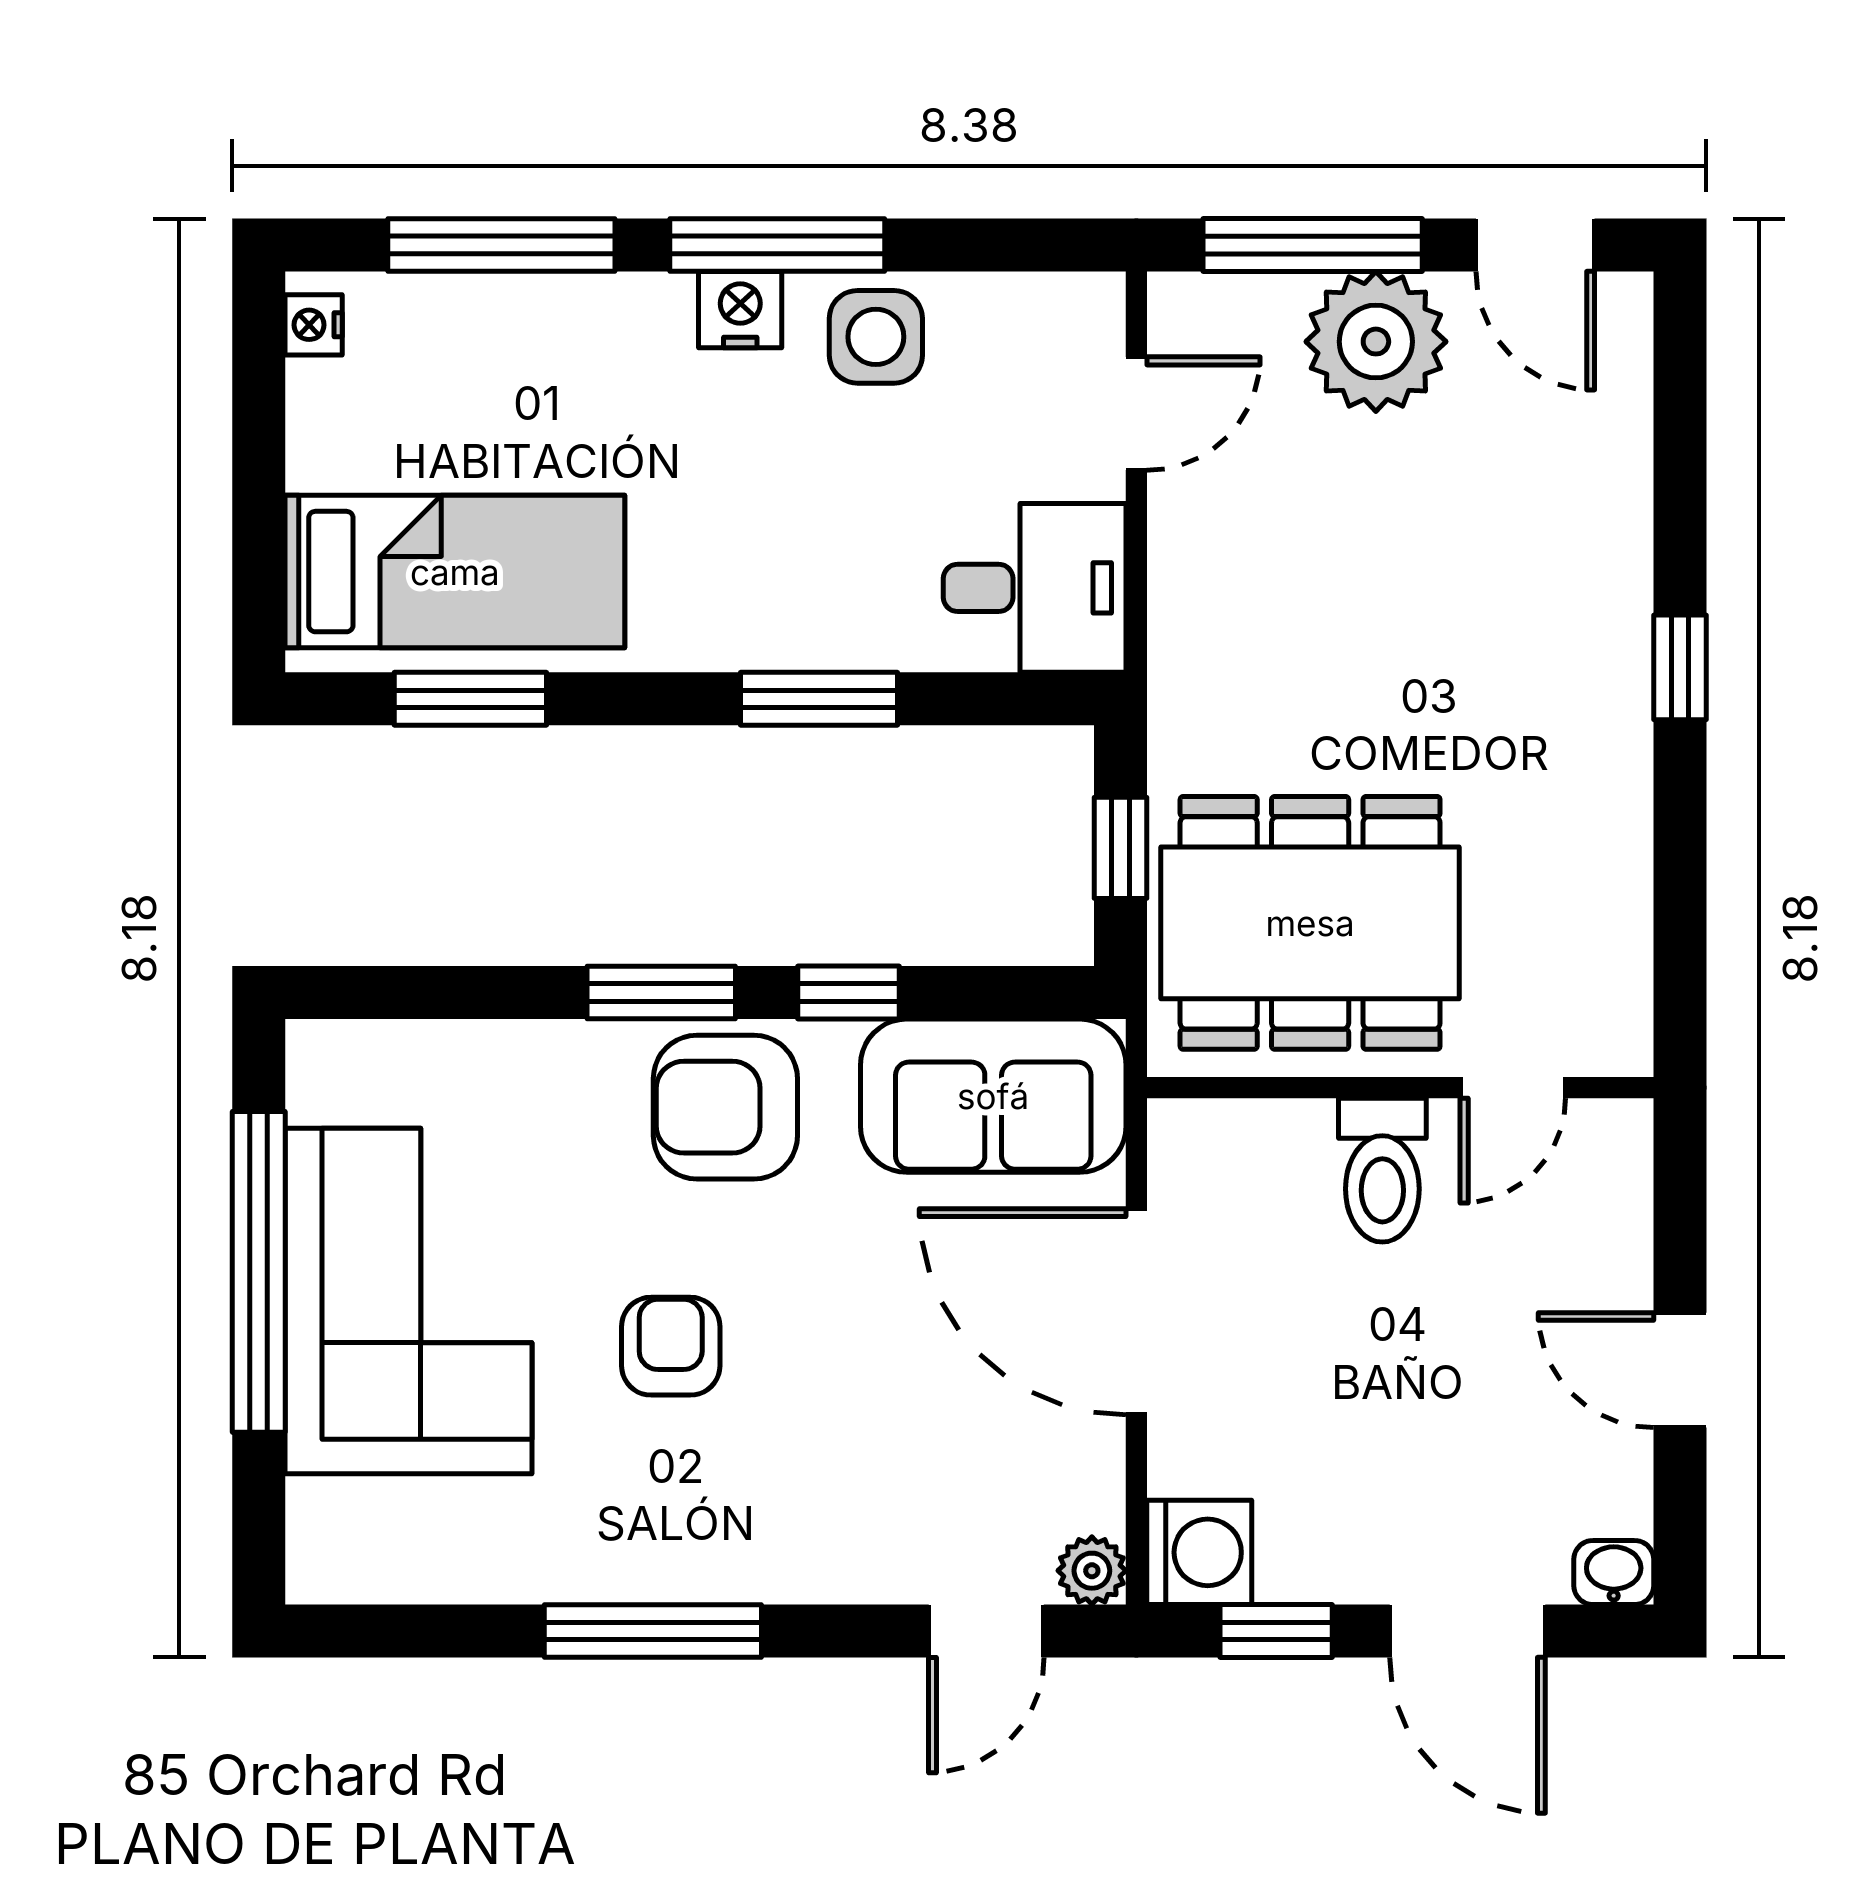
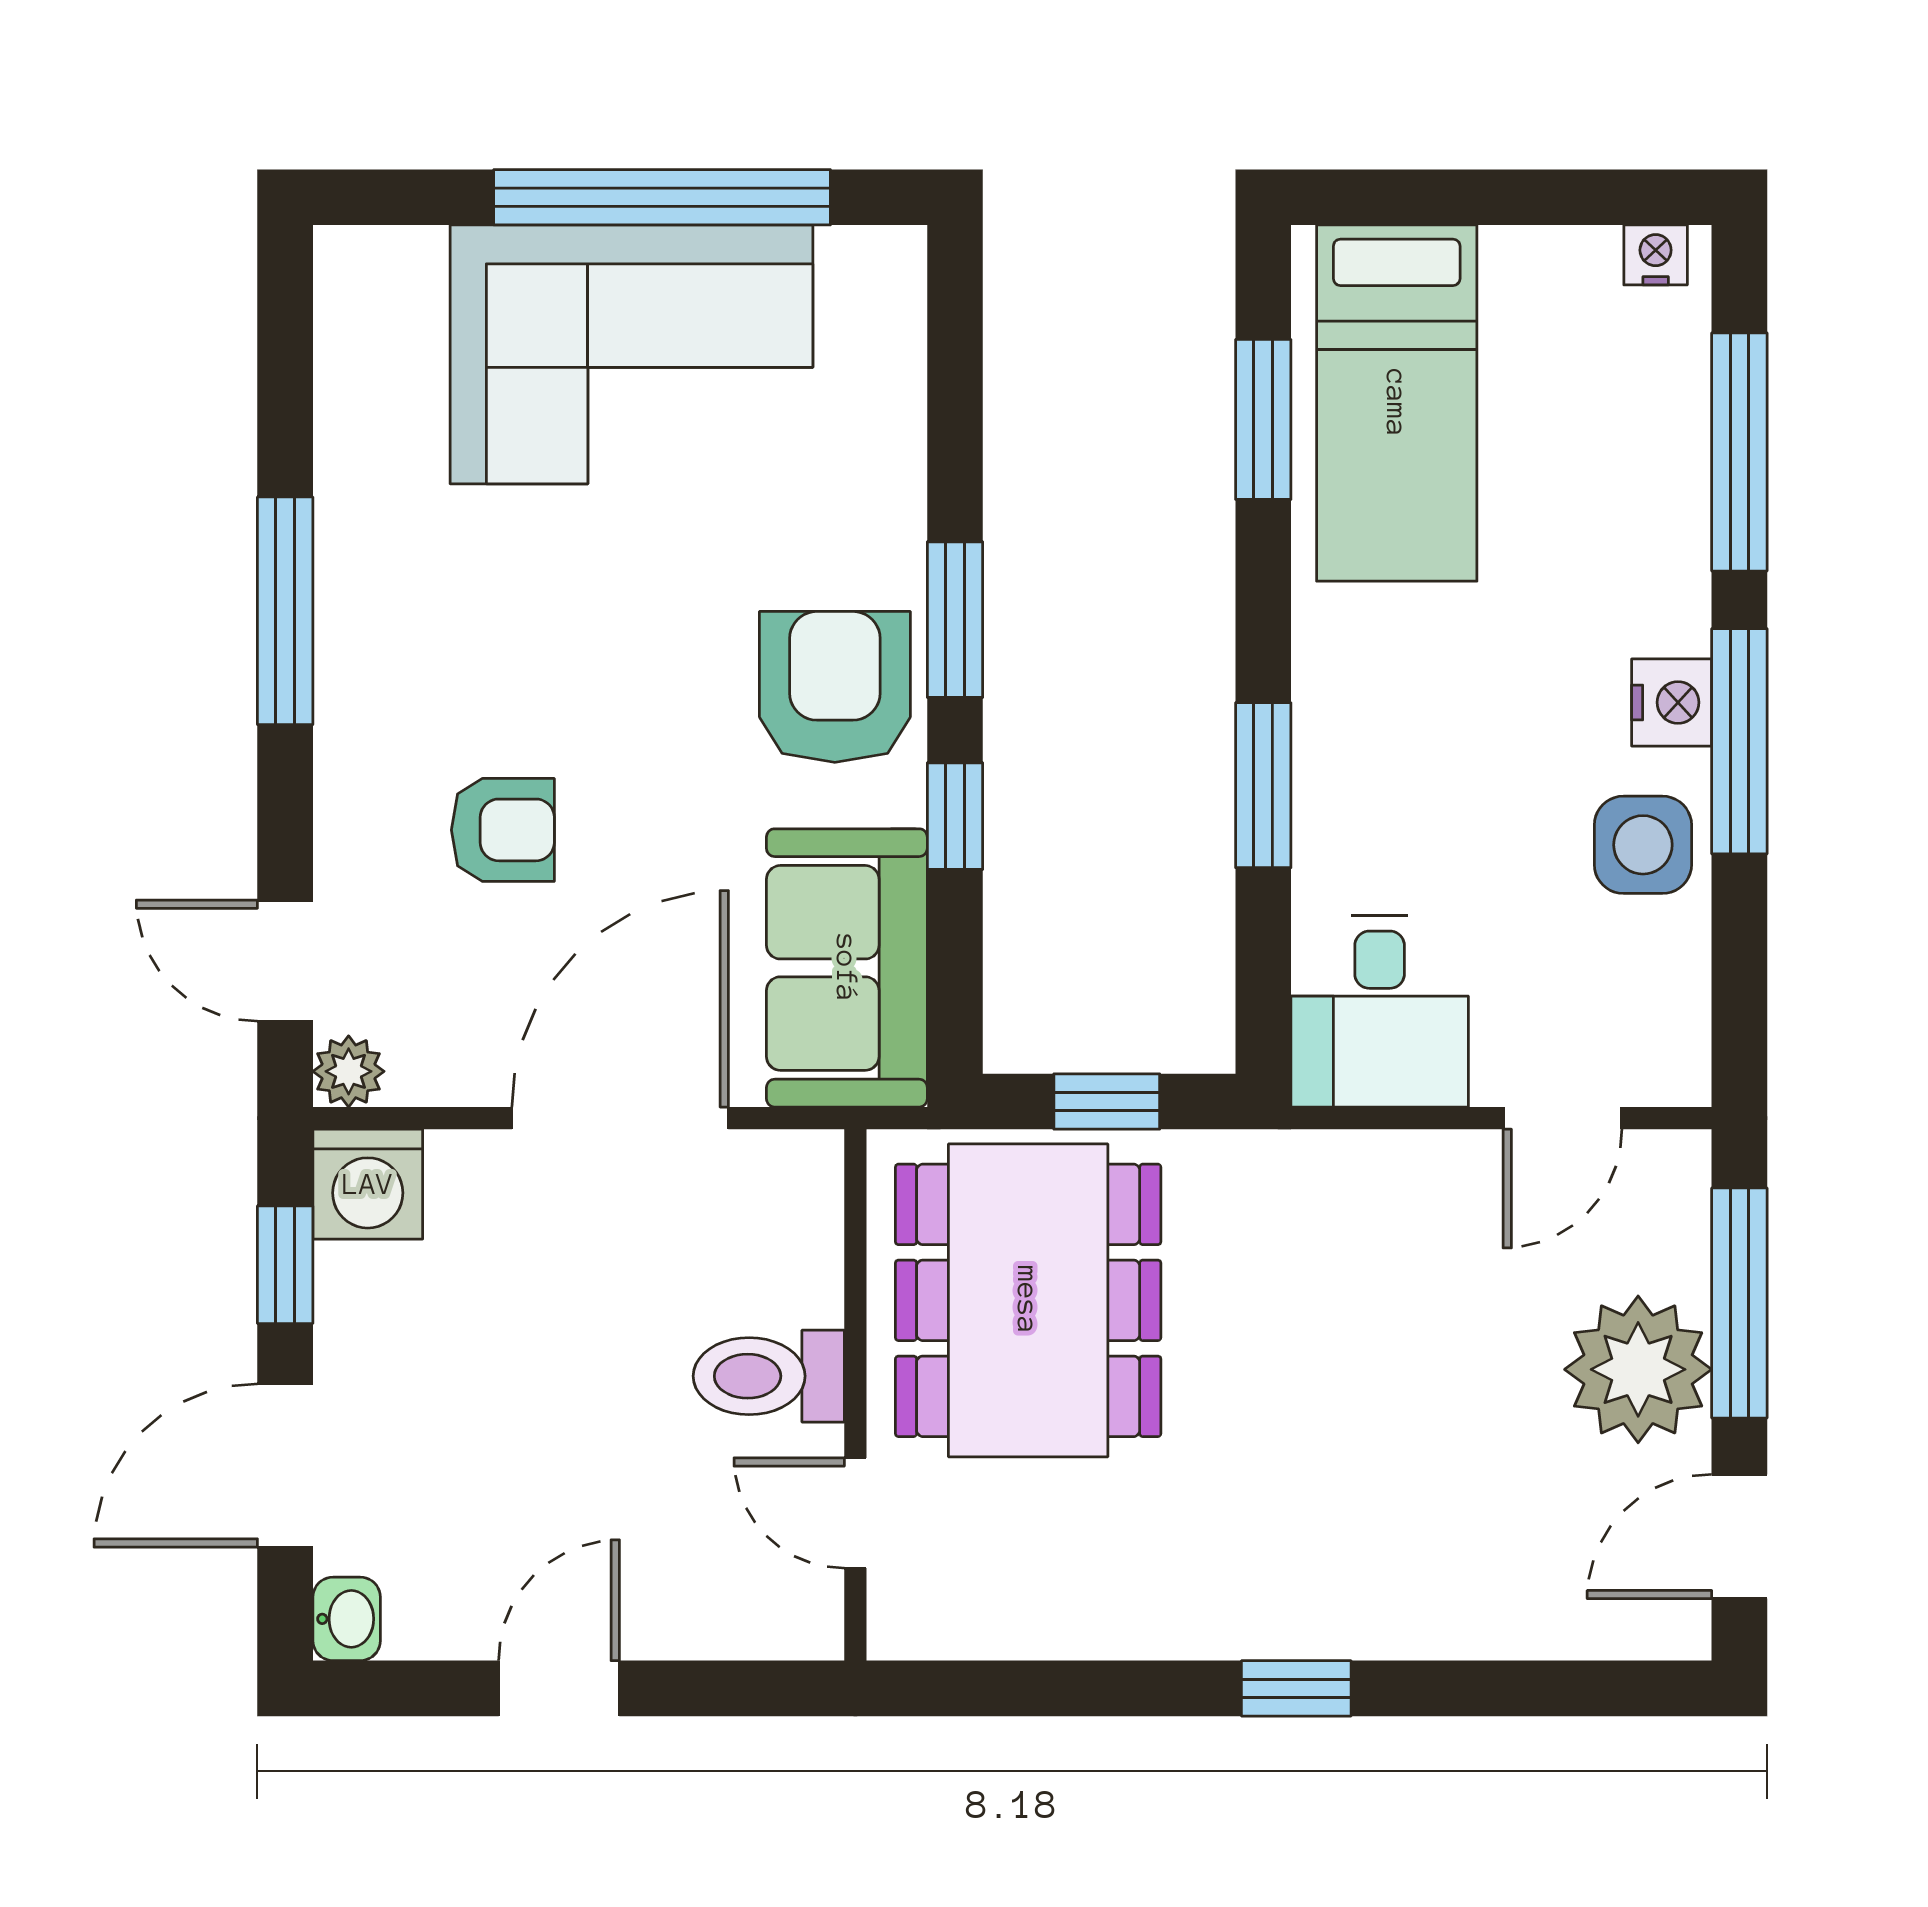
door: (1136, 414) -> (1562, 1118), hinge flipped
armchair: (671, 1346) -> (503, 830), moved

